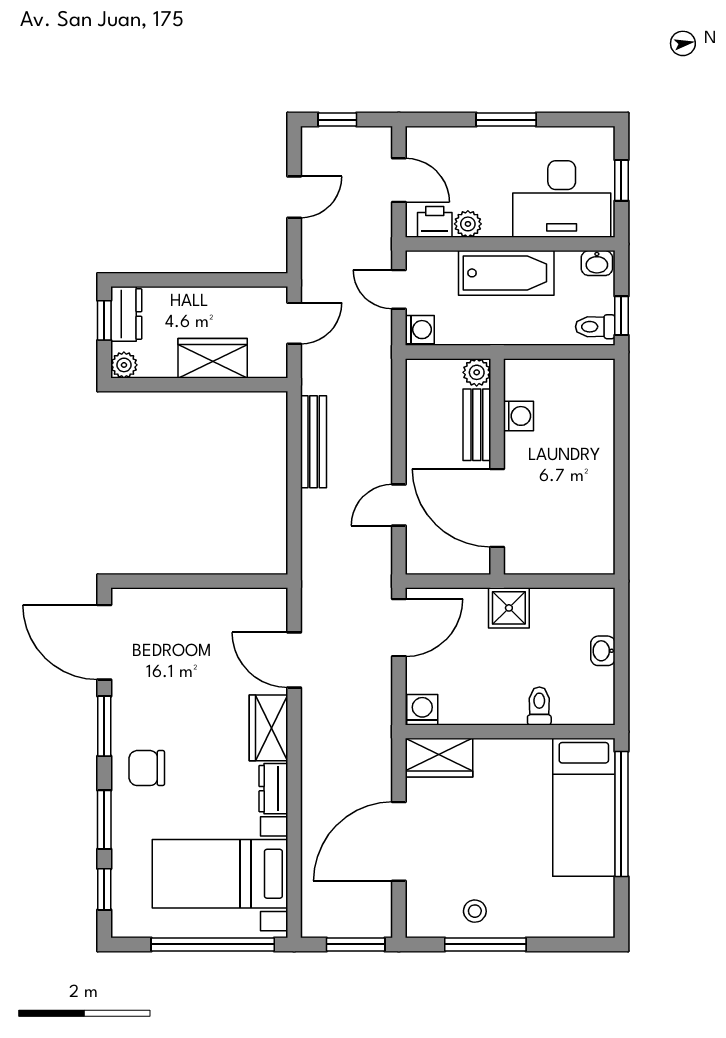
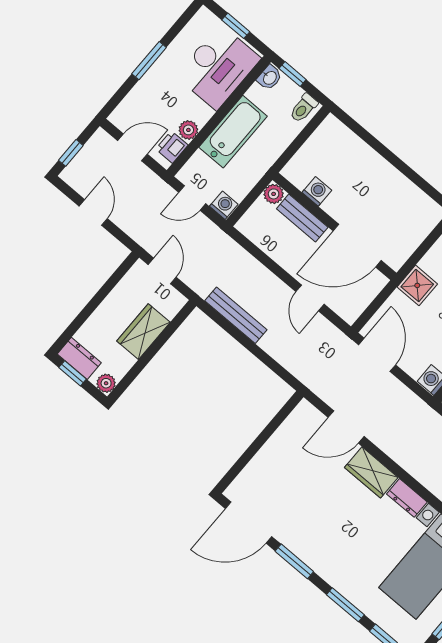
window: (621, 316) -> (293, 74), moved
chair: (147, 768) -> (337, 558), removed

